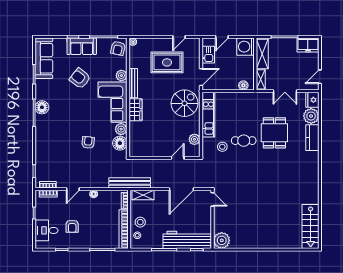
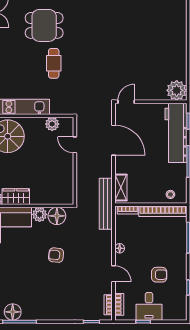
stool: (222, 147) -> (61, 90), removed
stool: (140, 222) -> (154, 191), removed
desk: (47, 230) -> (149, 306), moved

